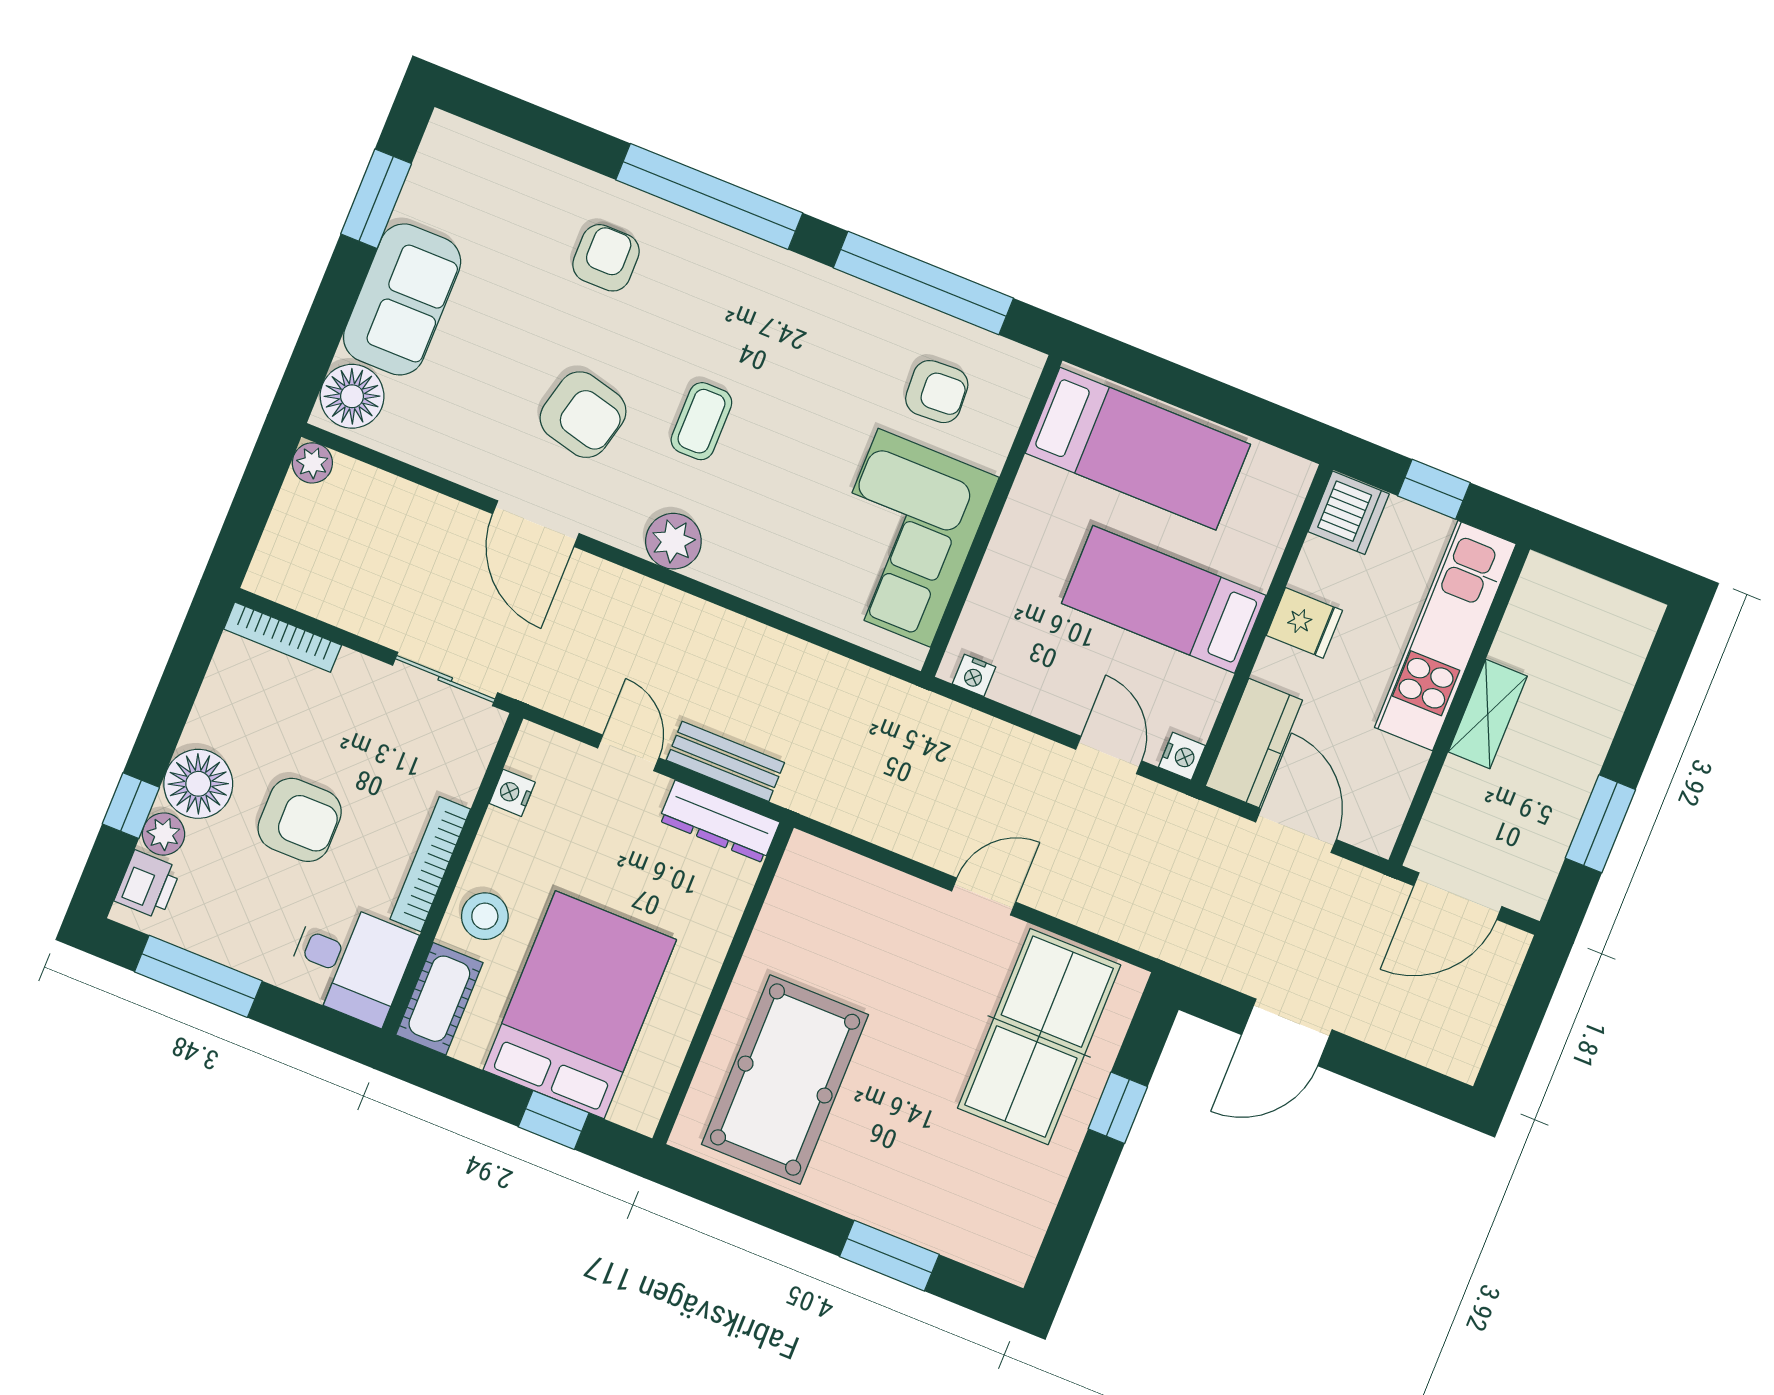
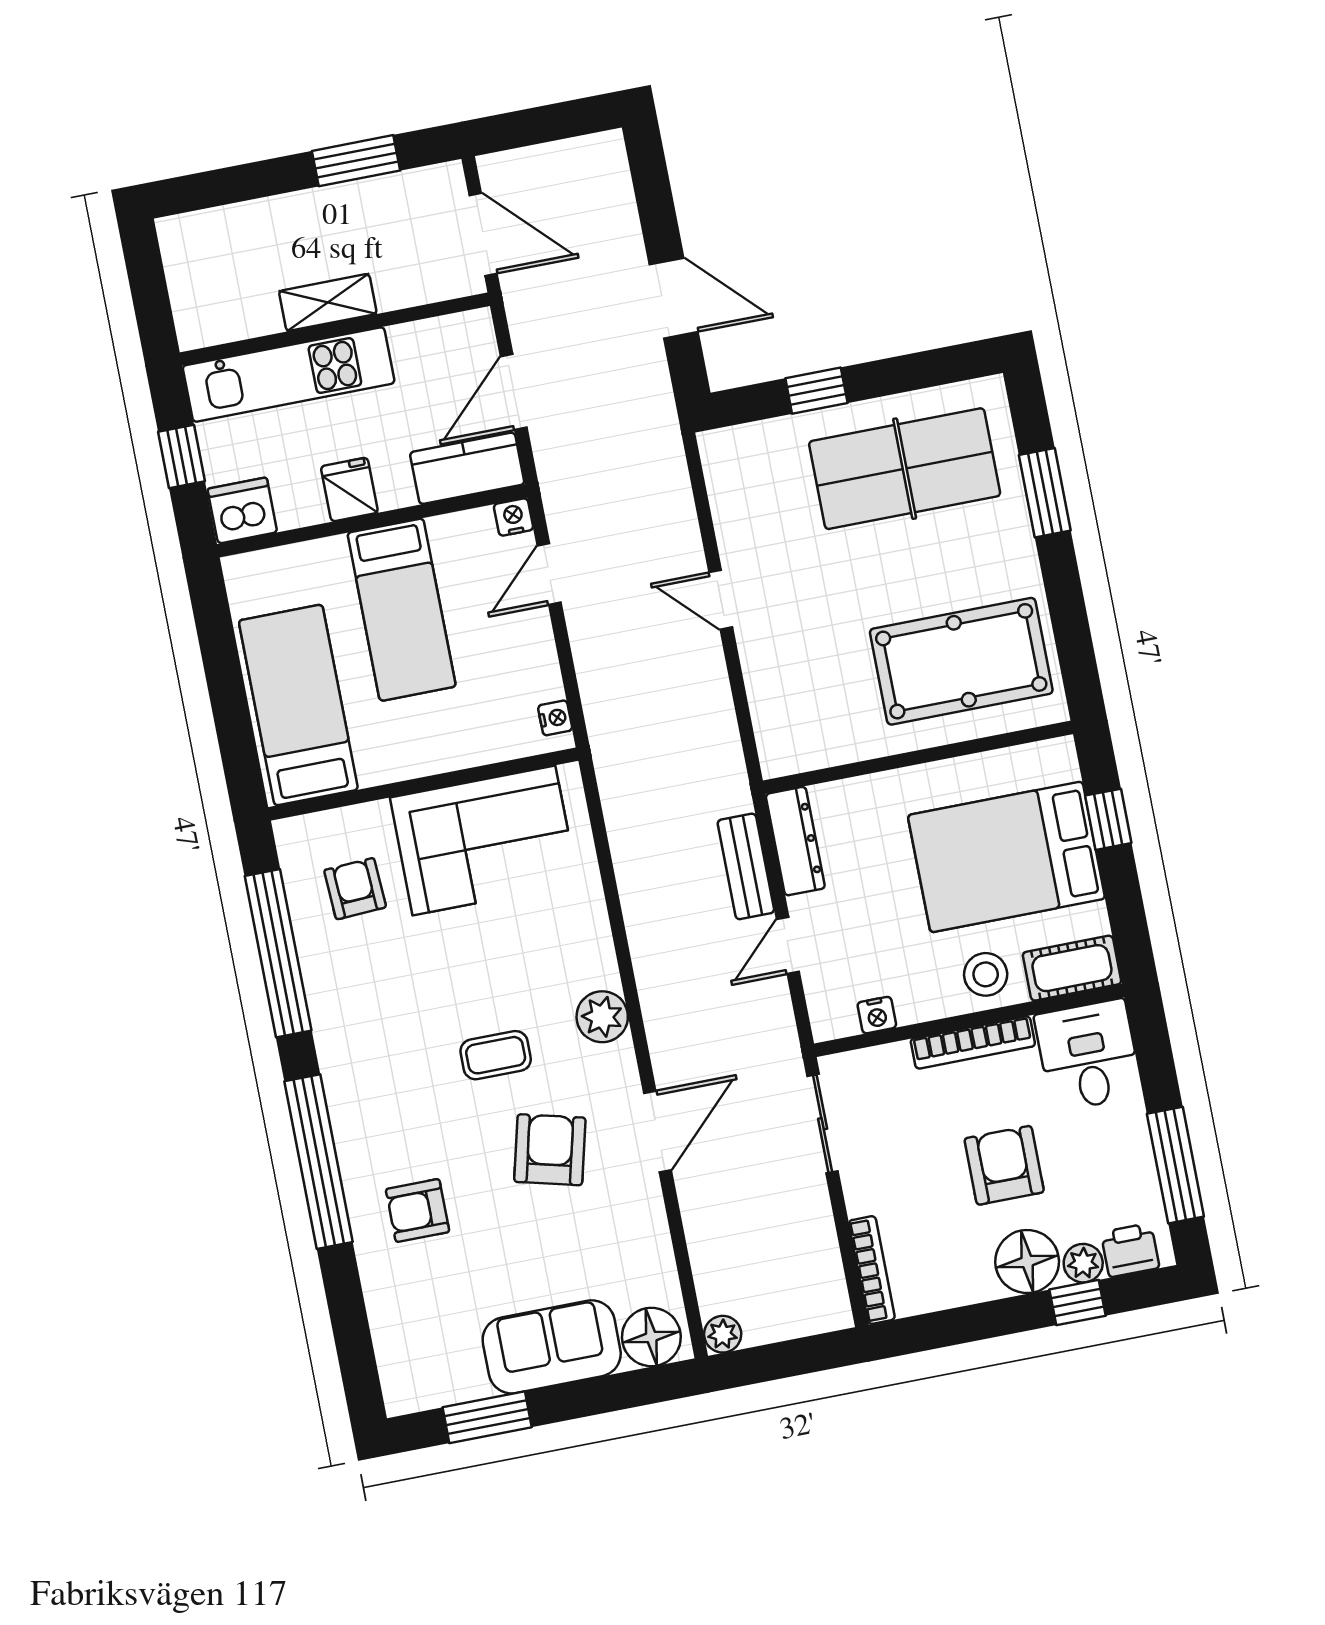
table tennis table: (1039, 1037) -> (905, 469), moved

